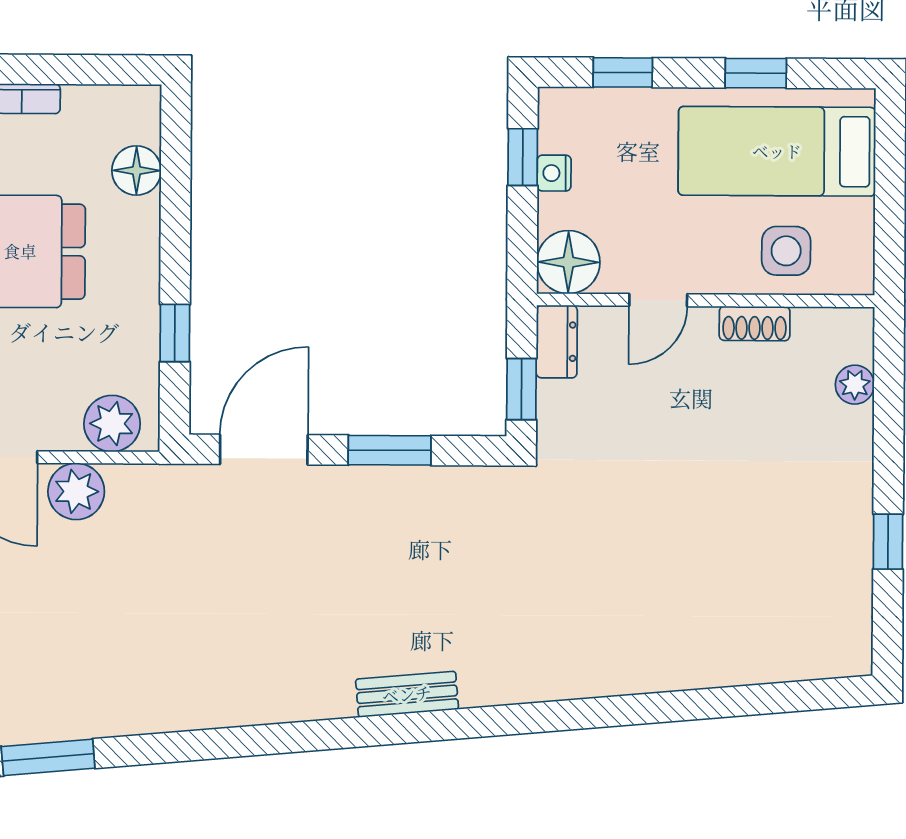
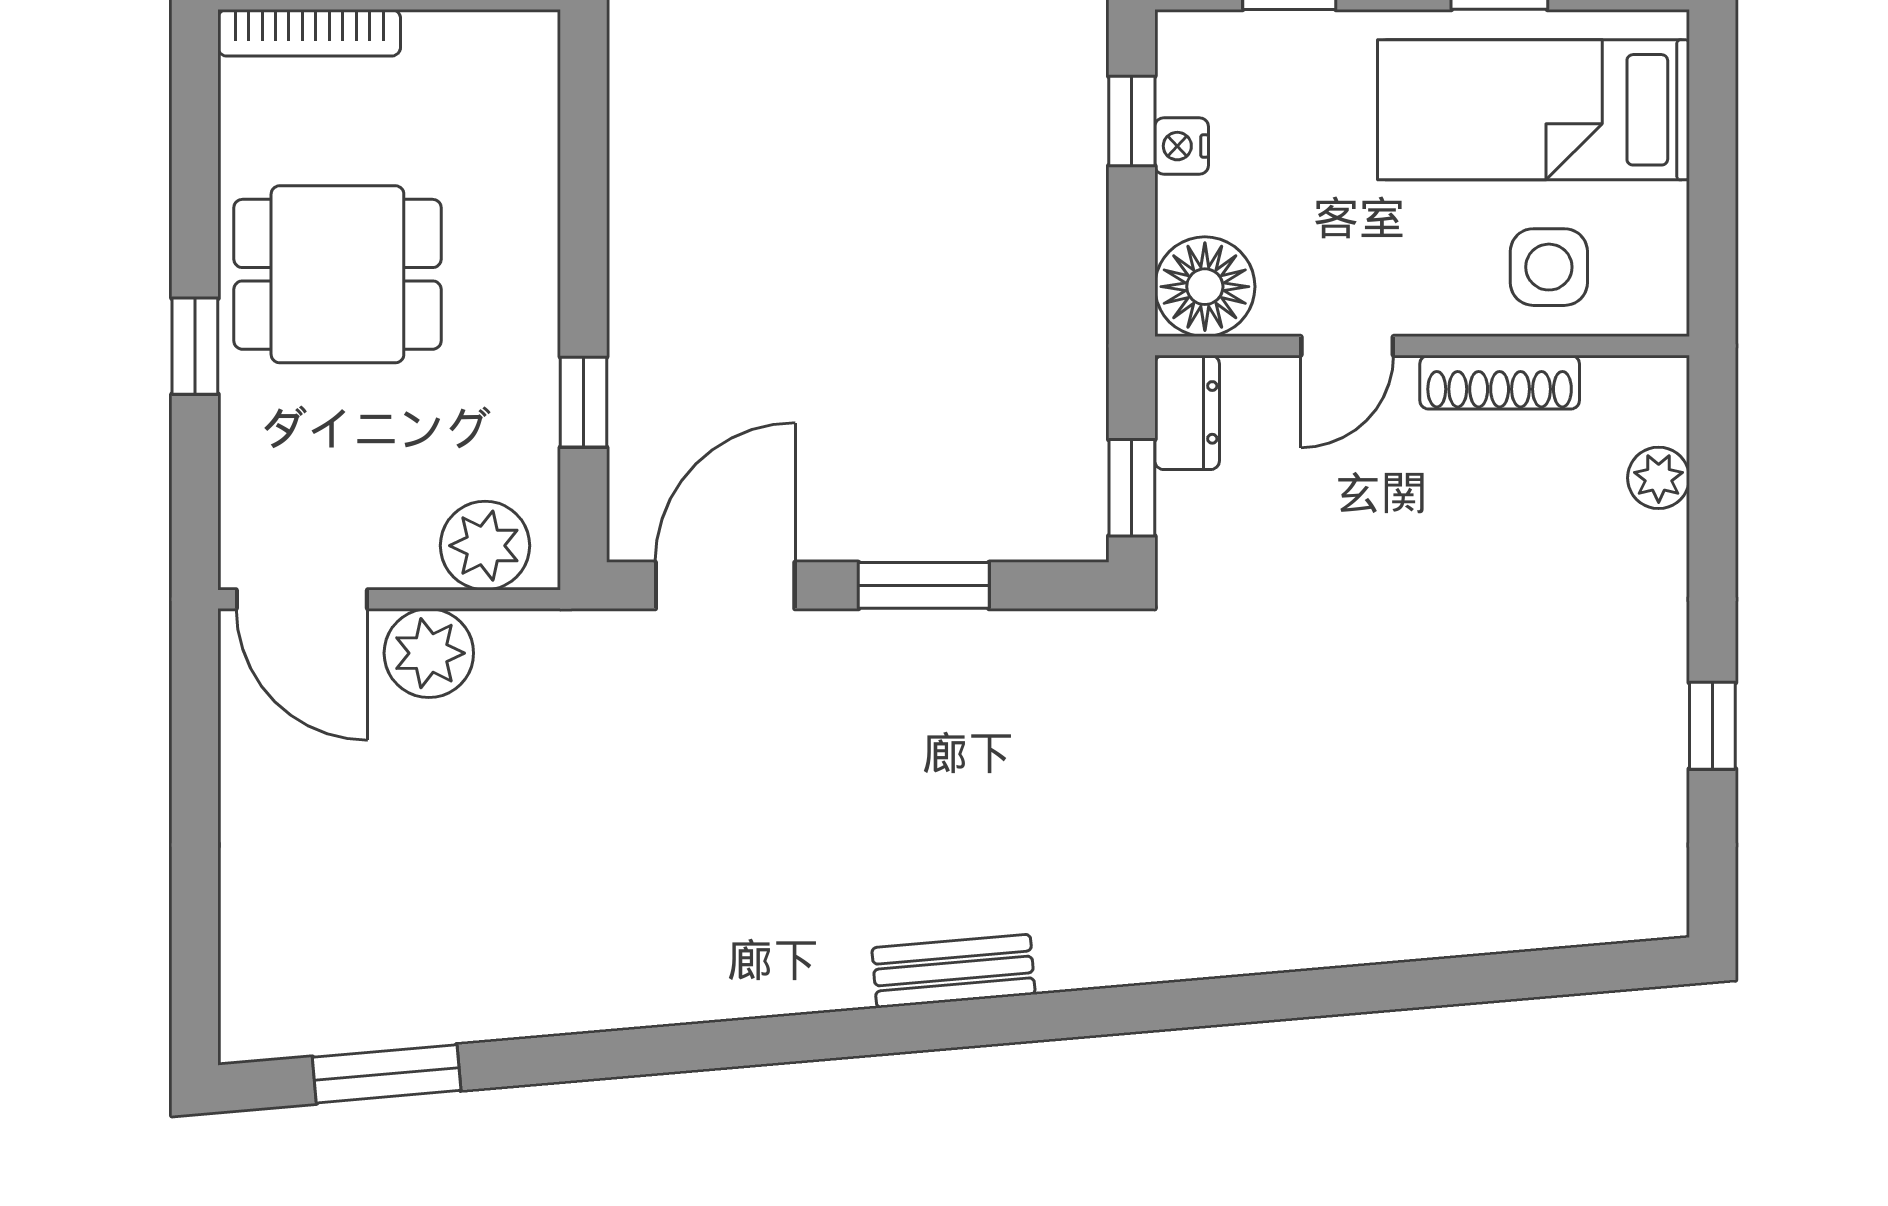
floor lamp: (136, 170) -> (521, 145), removed
shoe rack: (755, 324) -> (1500, 382), width x1.43

